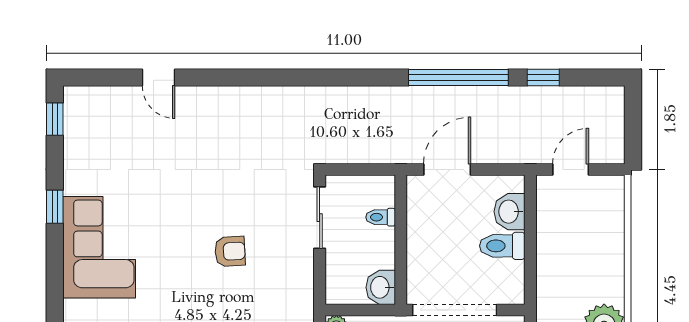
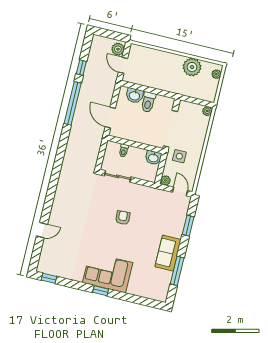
plant: (604, 150) -> (118, 49), added
window: (55, 207) -> (101, 291), moved

